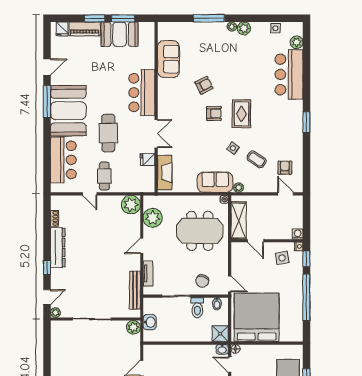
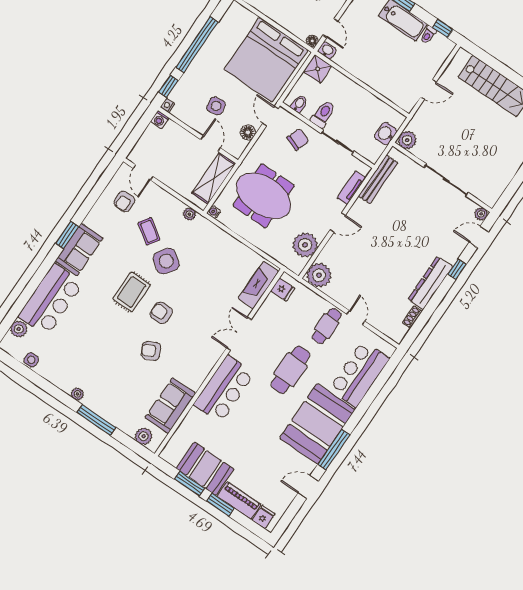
plant: (244, 28) -> (144, 436), moved
side table: (233, 148) -> (166, 261), width x1.87, depth x1.87
fridge: (148, 160) -> (283, 290), moved
sofa: (215, 182) -> (79, 250), moved, turned -90
side table: (282, 258) -> (216, 106), moved
floor lamp: (237, 264) -> (248, 132), added

